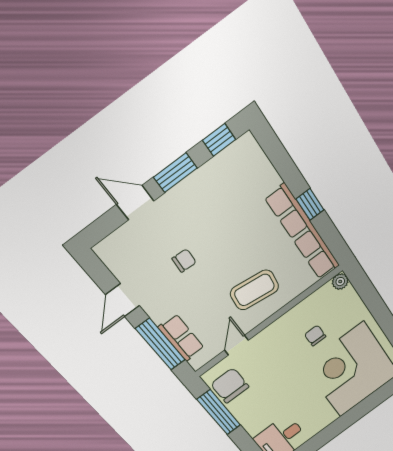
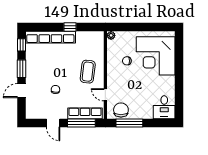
row of seats: (303, 232) -> (50, 37), moved
row of seats: (181, 338) -> (85, 113), width x1.48
chair: (230, 385) -> (121, 110), turned 90

